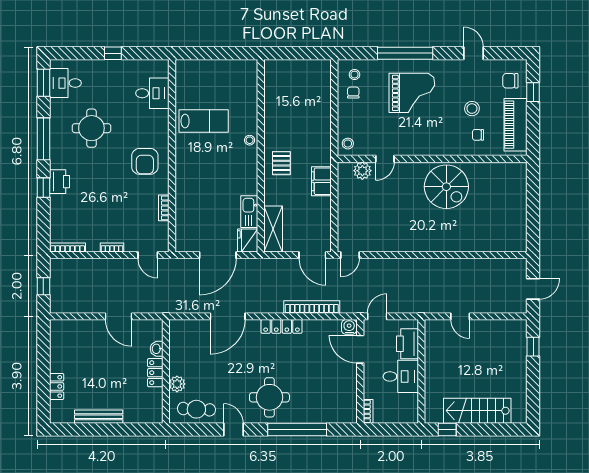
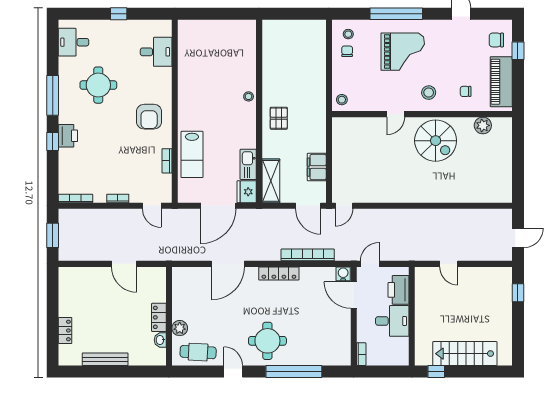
window: (43, 83) -> (53, 42), removed
stool: (472, 109) -> (429, 93), moved
lab bench: (204, 121) -> (192, 154), moved, turned 90
door: (385, 159) -> (396, 114), moved
plant: (362, 171) -> (483, 125), moved
filing cabinet: (321, 181) -> (317, 167), moved
window: (43, 286) -> (53, 235), width x1.50
washbasin: (157, 349) -> (160, 340), moved

